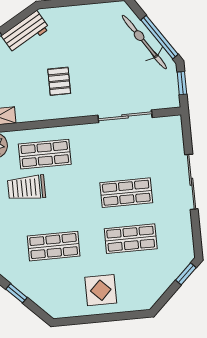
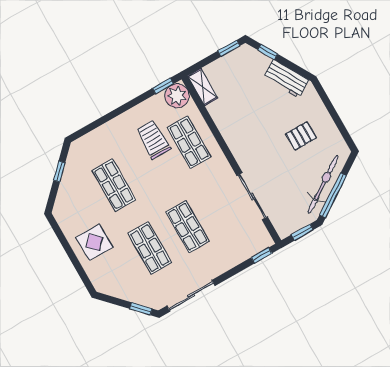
pallet: (59, 81) -> (301, 136), moved
window: (187, 133) -> (262, 255), added
sliding door: (191, 182) -> (191, 296), moved

